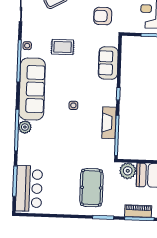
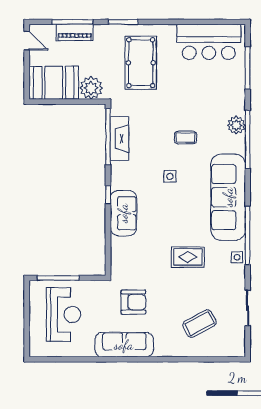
sofa: (108, 63) -> (123, 213), moved
fireplace: (109, 123) -> (119, 138), moved
plant: (25, 127) -> (236, 125), moved
coffee table: (61, 133) -> (185, 138), added
bar counter: (29, 188) -> (209, 42), moved, turned -90

